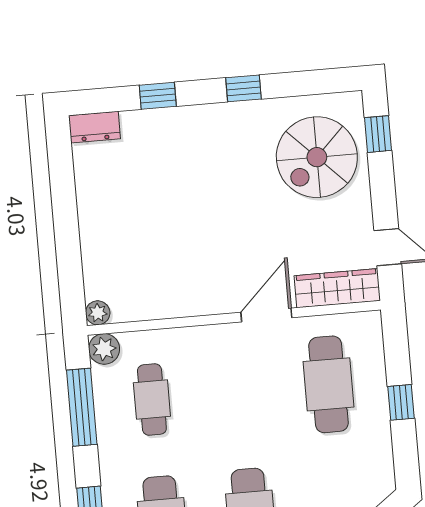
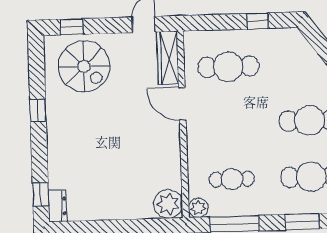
window: (158, 96) -> (41, 194), moved
plant: (98, 313) -> (168, 204), width x1.88, depth x1.88
window: (401, 402) -> (257, 21), moved

